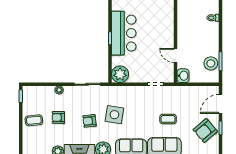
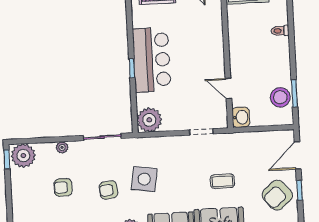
plant: (32, 94) -> (23, 156), added
coffee table: (34, 120) -> (28, 193), removed

